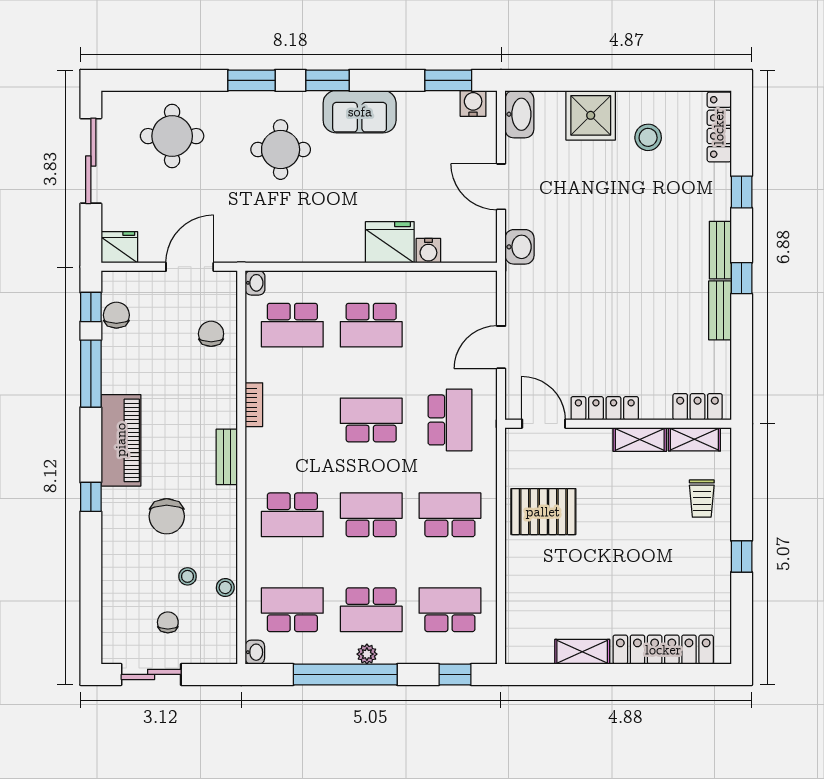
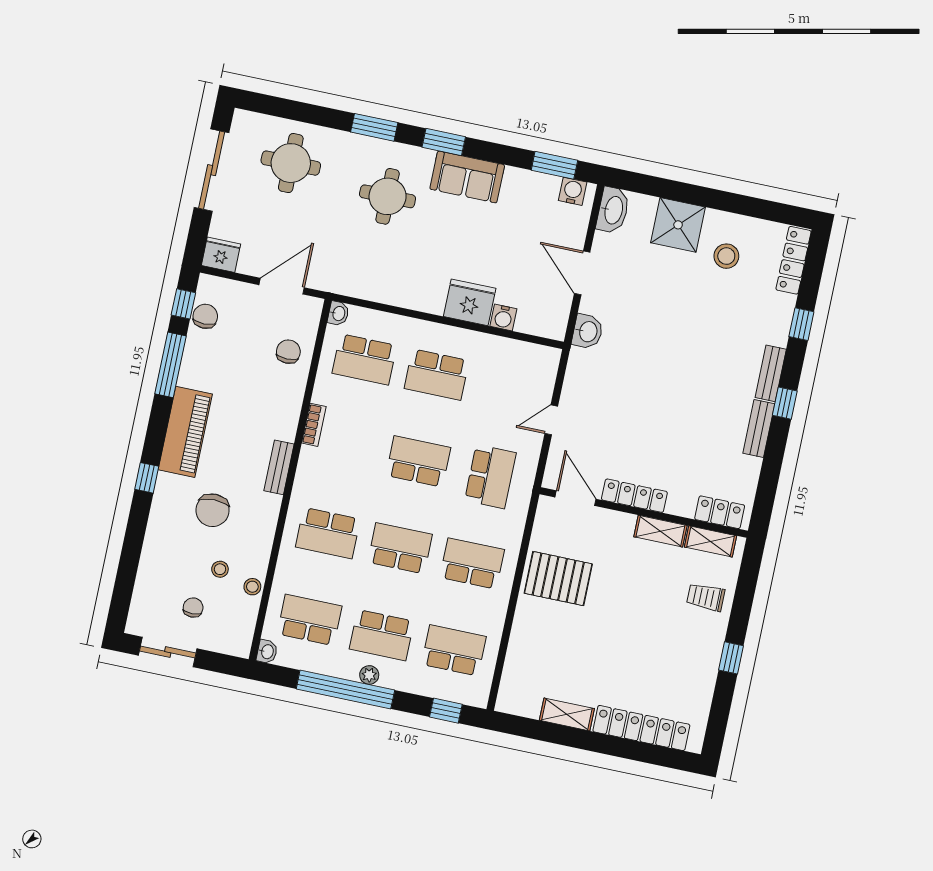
door: (501, 347) -> (551, 420), width x0.73
trolley: (702, 499) -> (706, 597), turned 90

